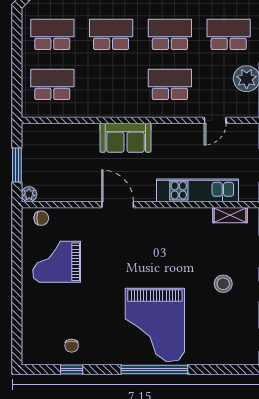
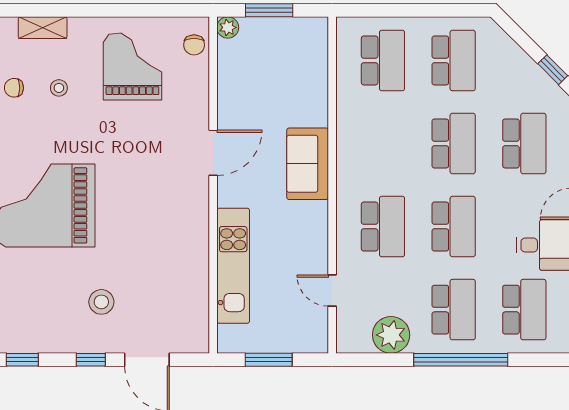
shelving: (230, 215) -> (43, 28), moved, turned 90
stool: (72, 314) -> (59, 88), added

